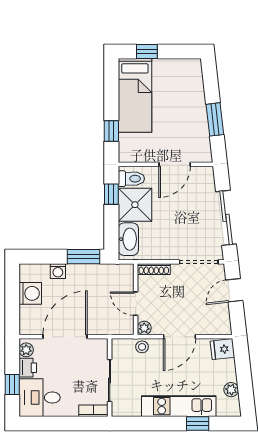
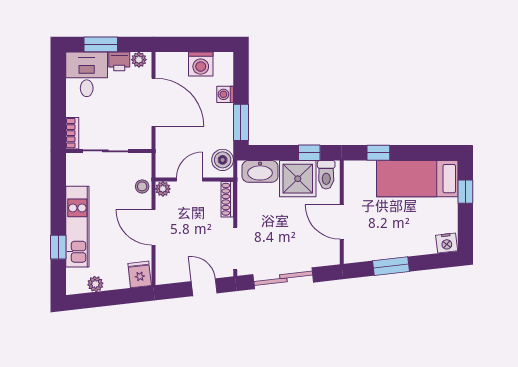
nightstand: (194, 69) -> (447, 243), added
boiler: (118, 273) -> (223, 160), added
window: (12, 385) -> (101, 44), width x1.50

